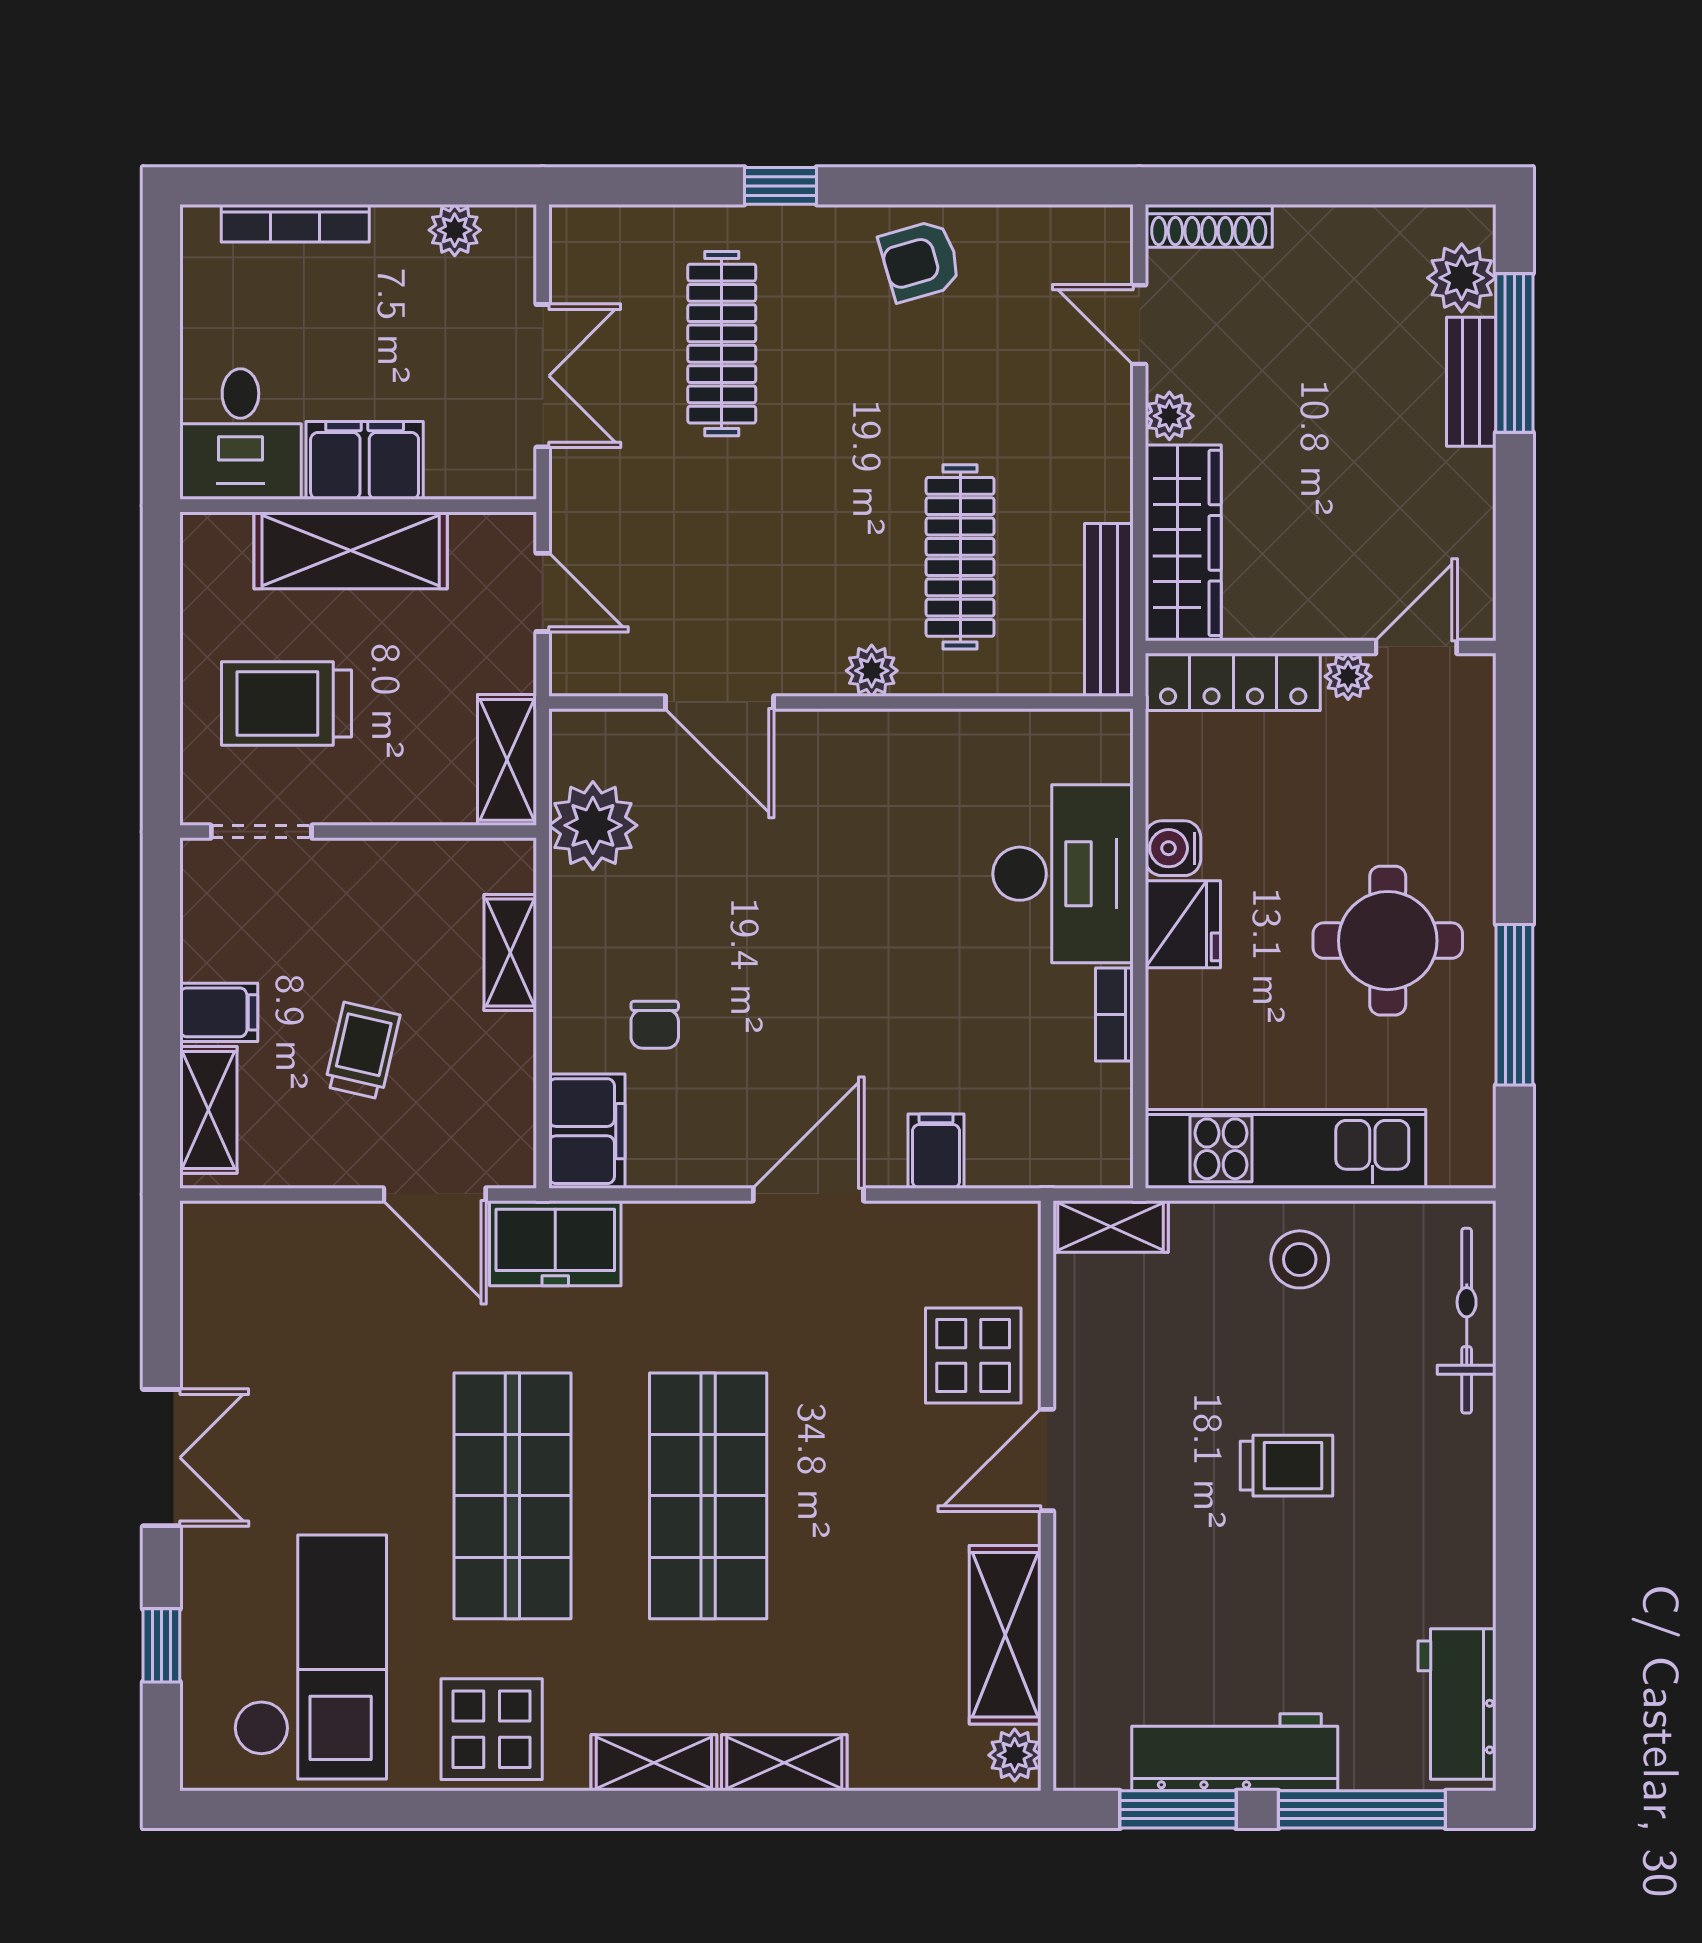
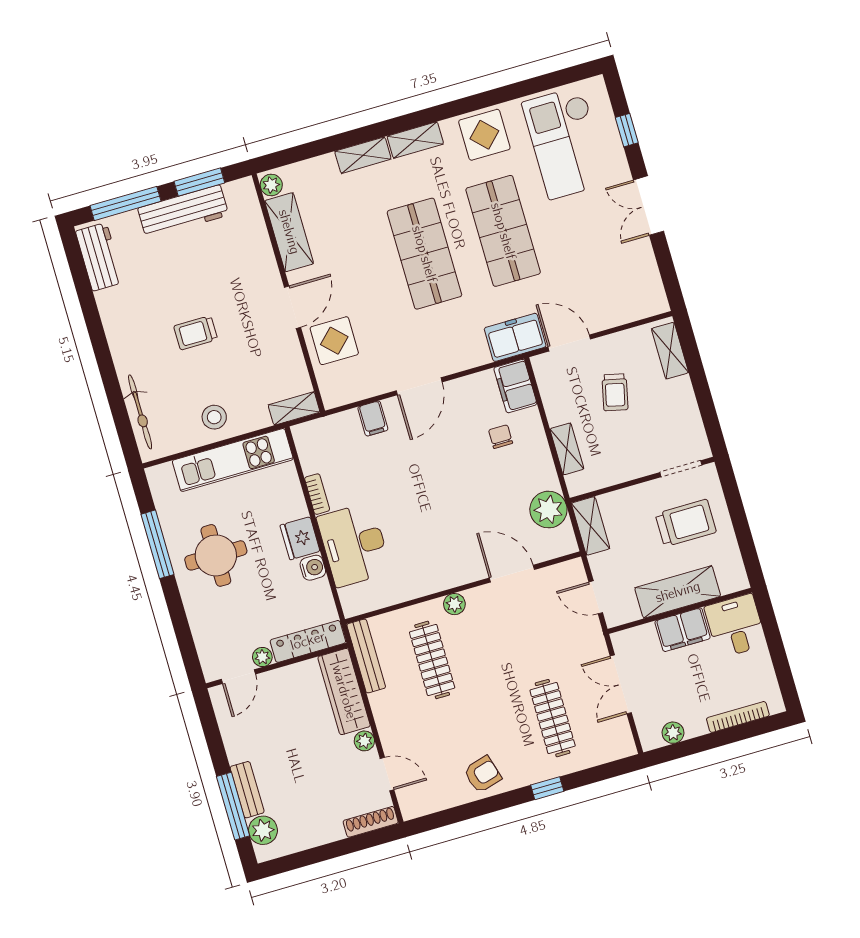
filing cabinet: (219, 1012) -> (677, 391), removed

